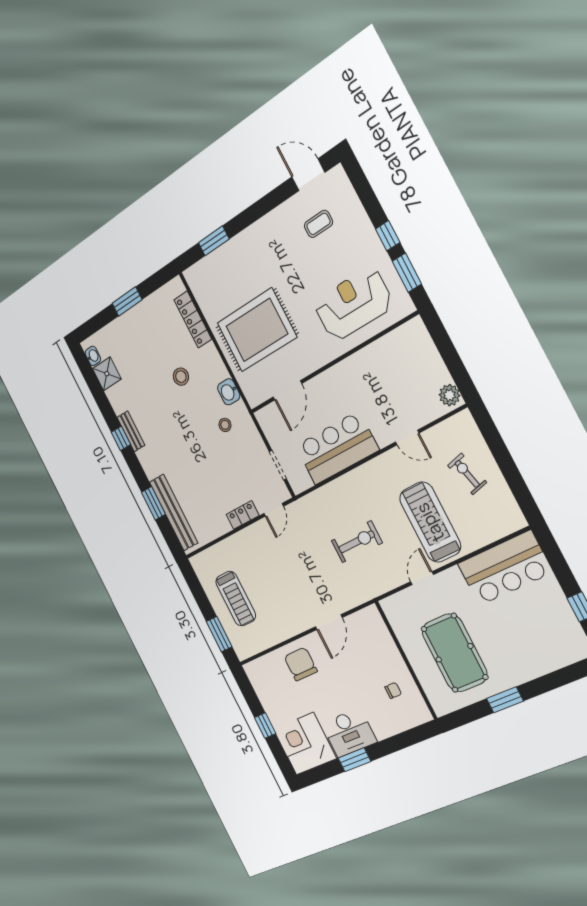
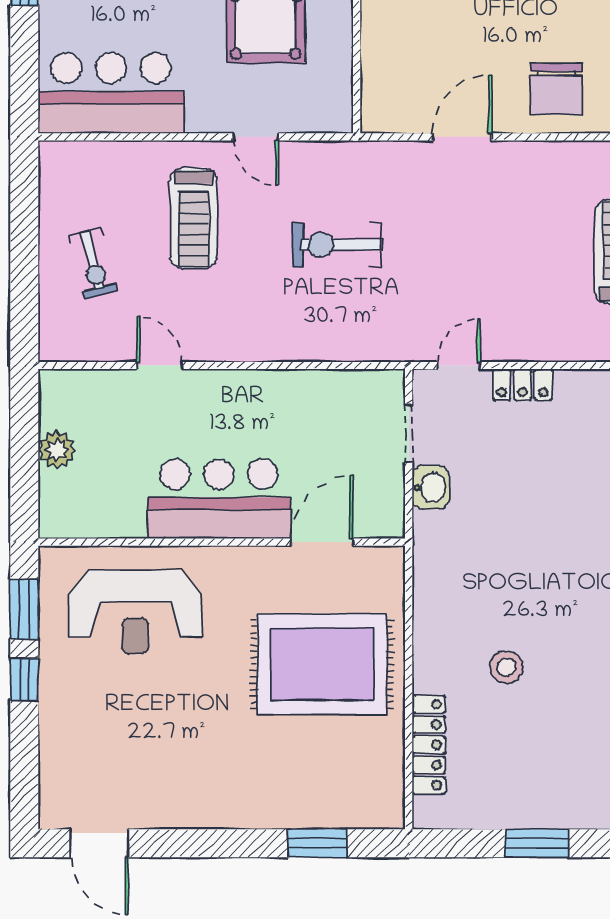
coffee table: (318, 224) -> (124, 762), removed
washbasin: (229, 392) -> (431, 487), moved
plant: (450, 395) -> (57, 450), moved
stool: (225, 425) -> (469, 546), removed
bar counter: (337, 448) -> (219, 499), moved, turned 180
treadmill: (430, 522) -> (194, 218), width x0.73, depth x0.73
door: (422, 578) -> (256, 137), hinge flipped

